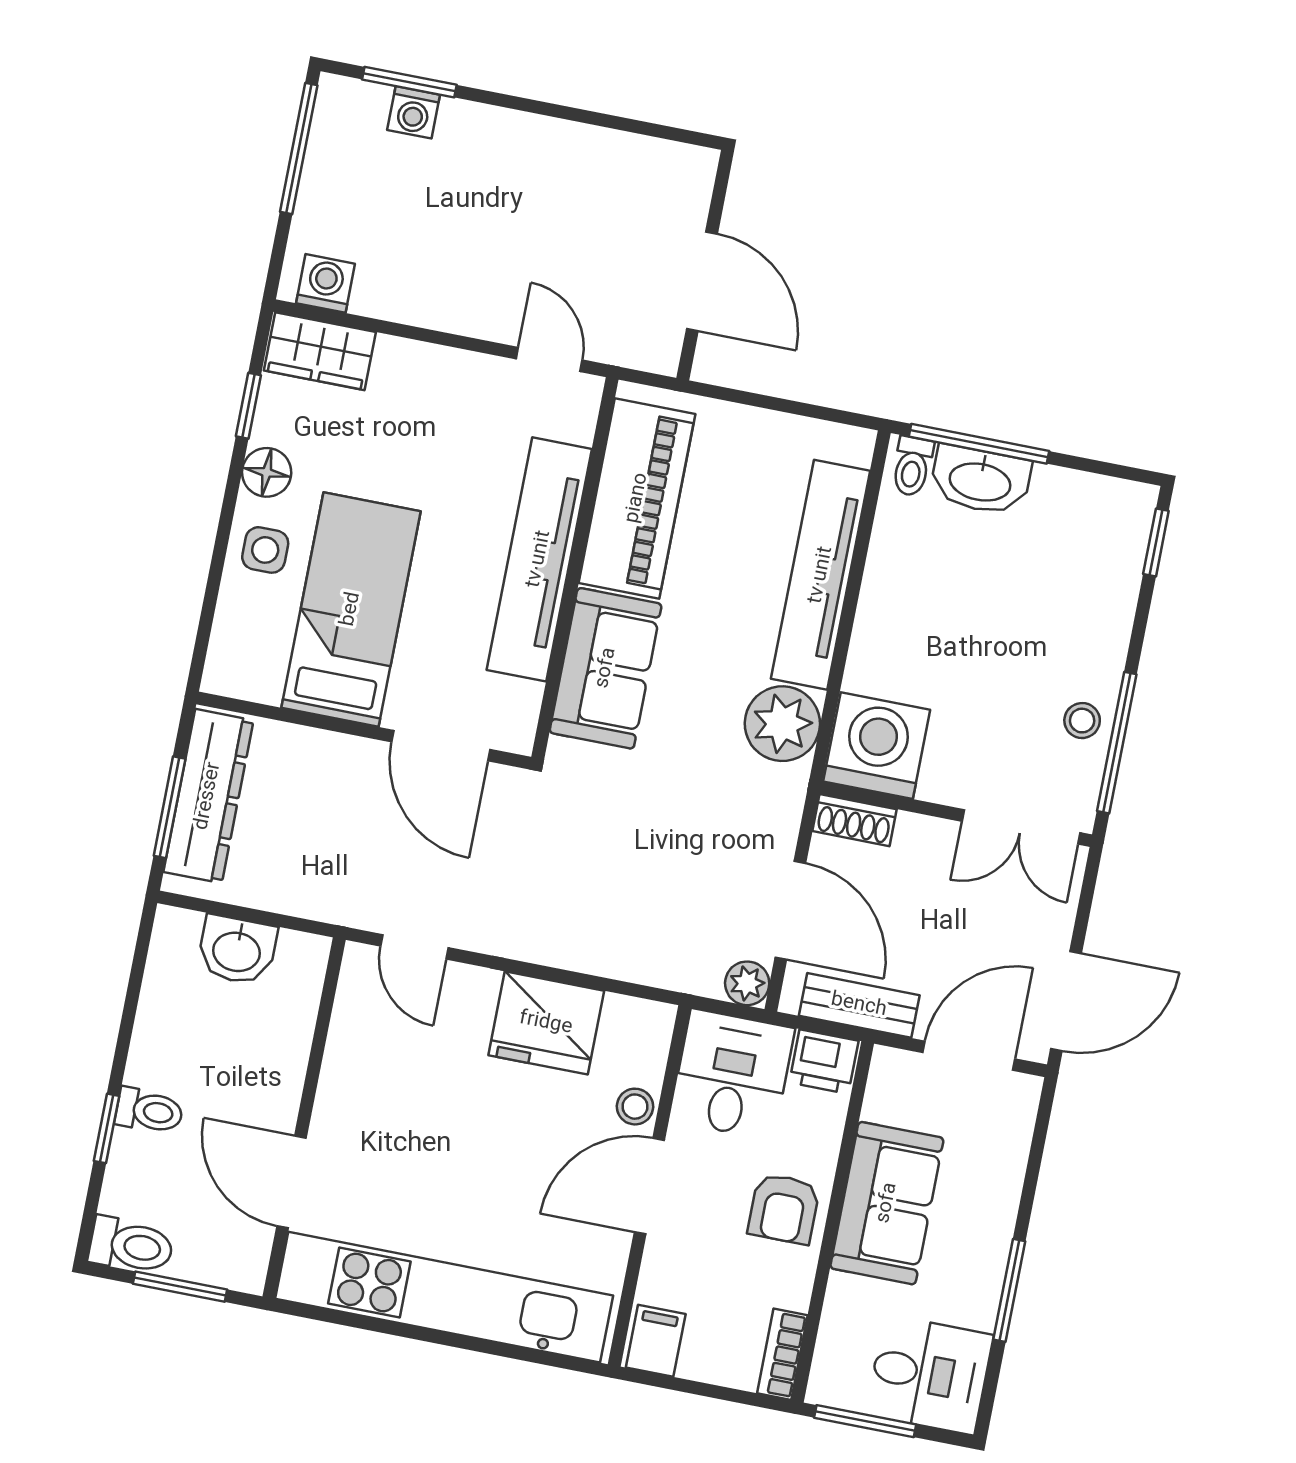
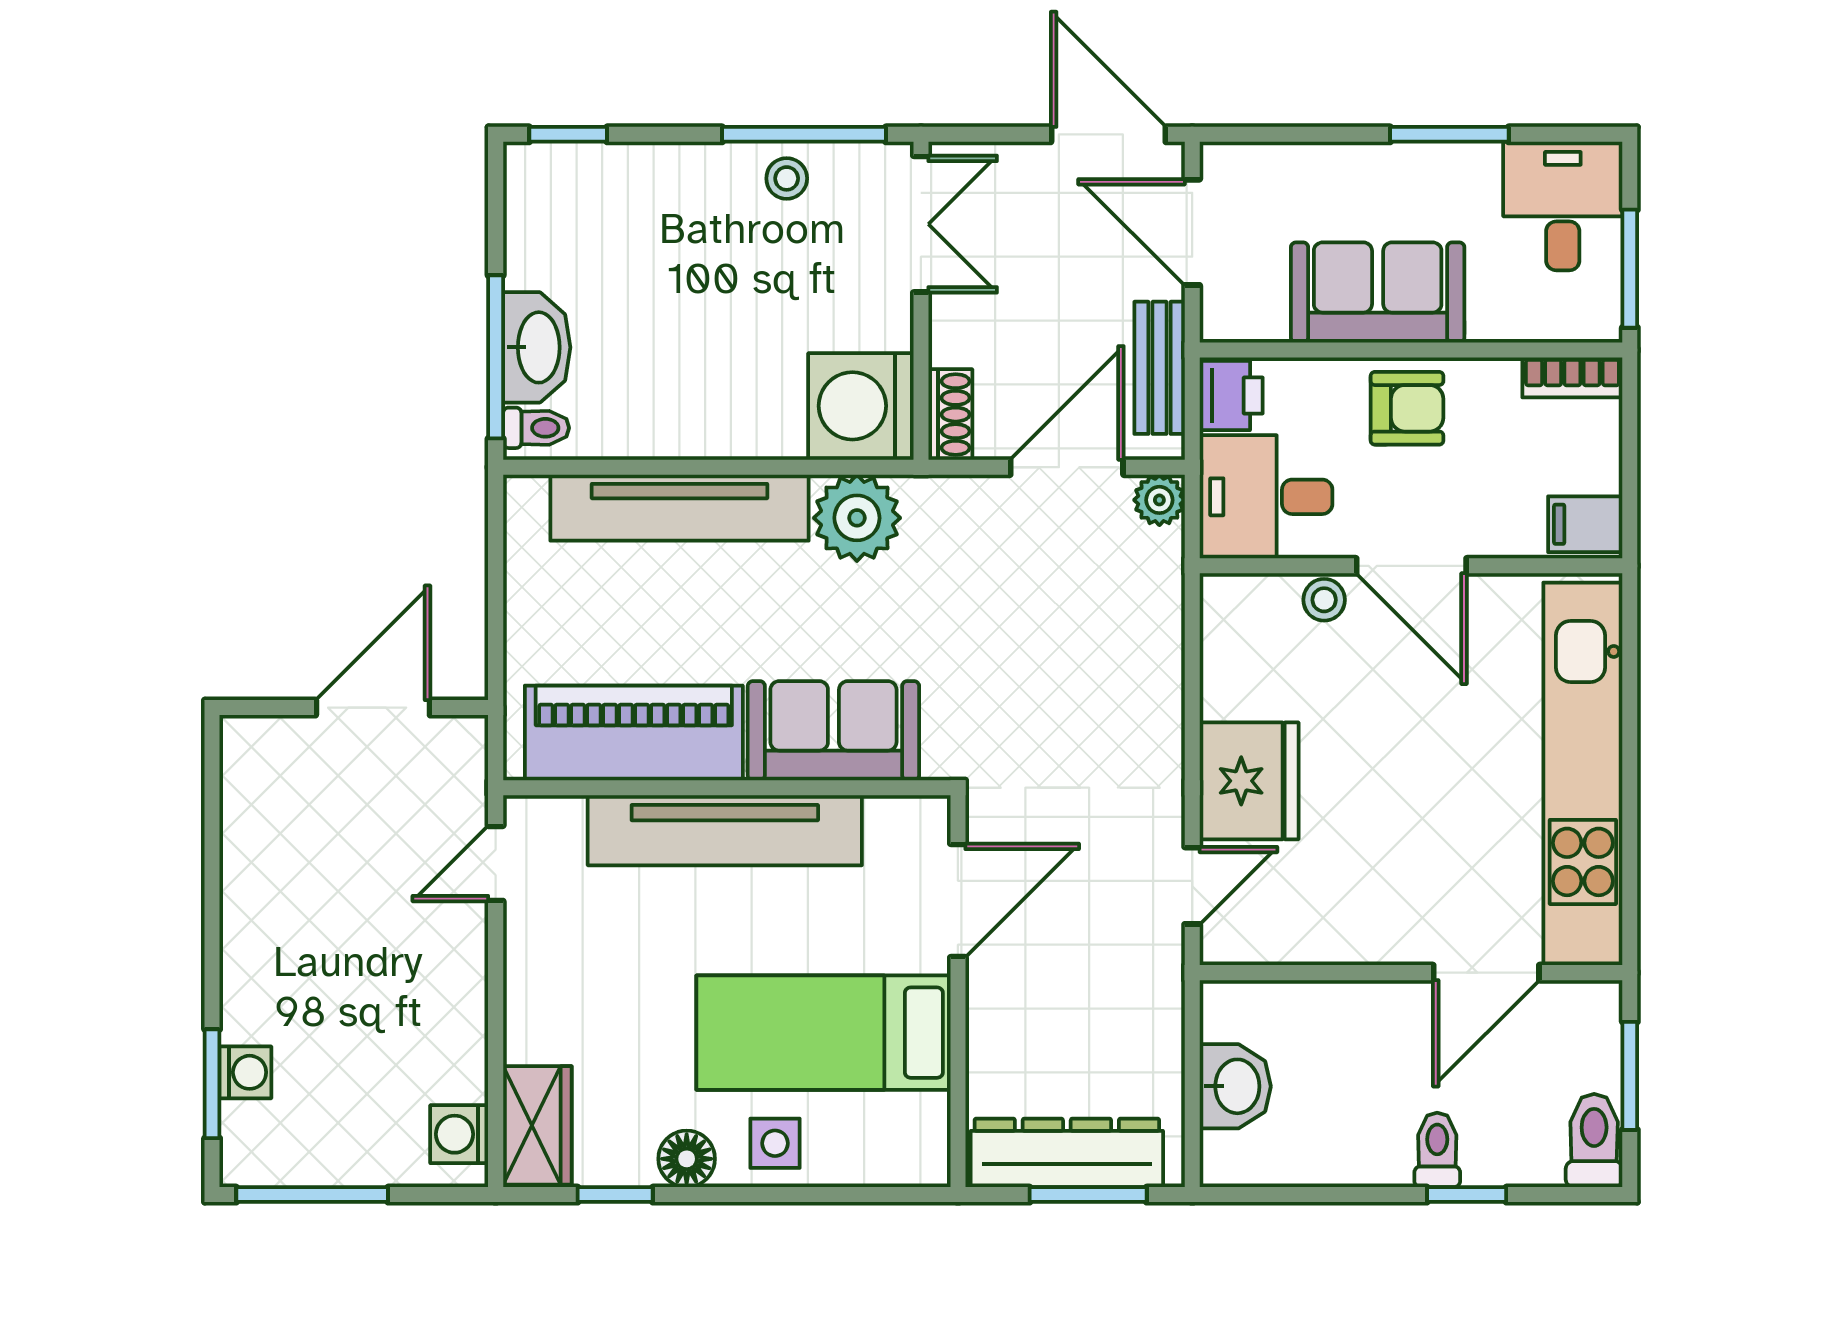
fridge: (546, 1023) -> (1249, 781), moved

